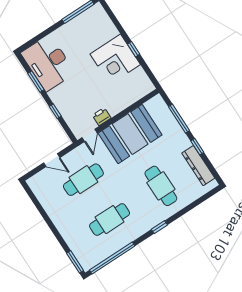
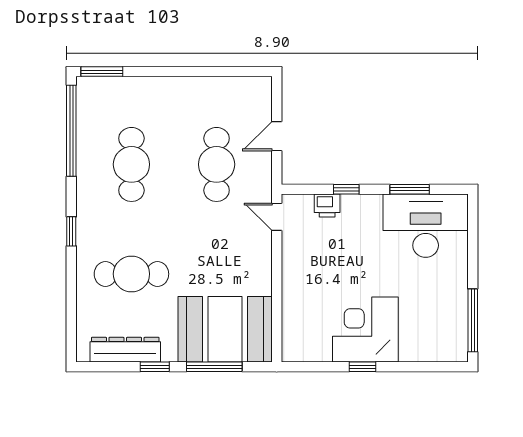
printer: (102, 117) -> (327, 206), moved, turned 90
booth: (130, 134) -> (225, 329), moved, turned 90

